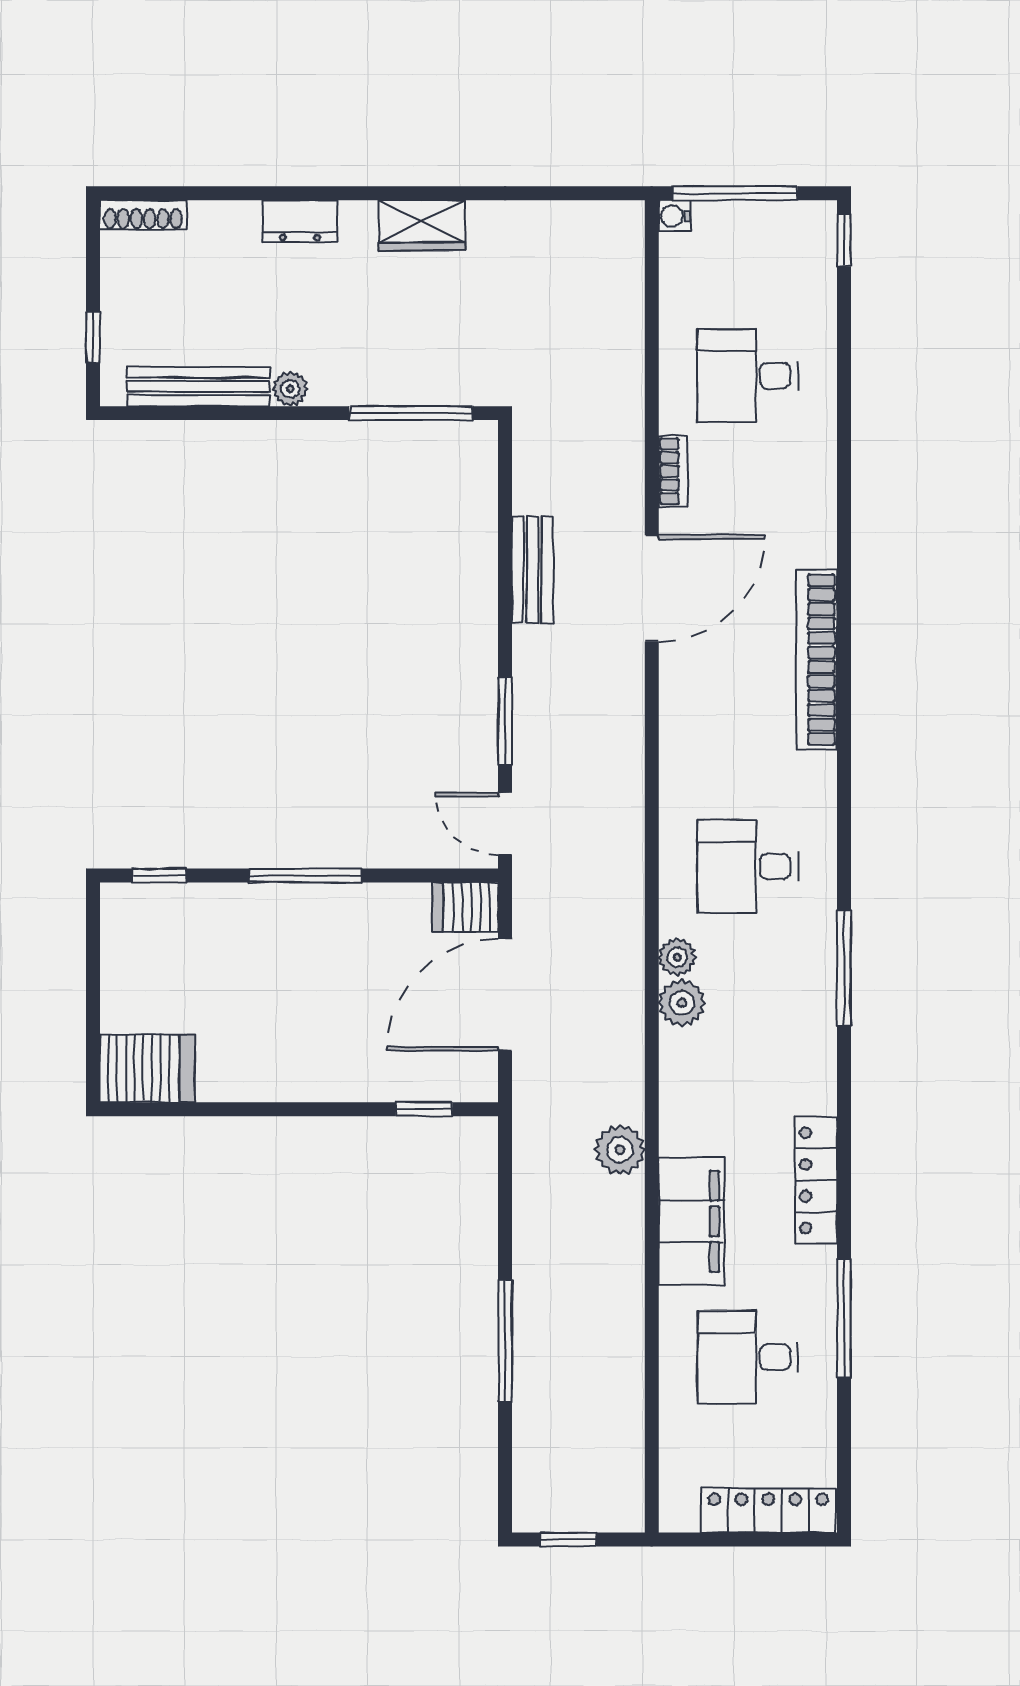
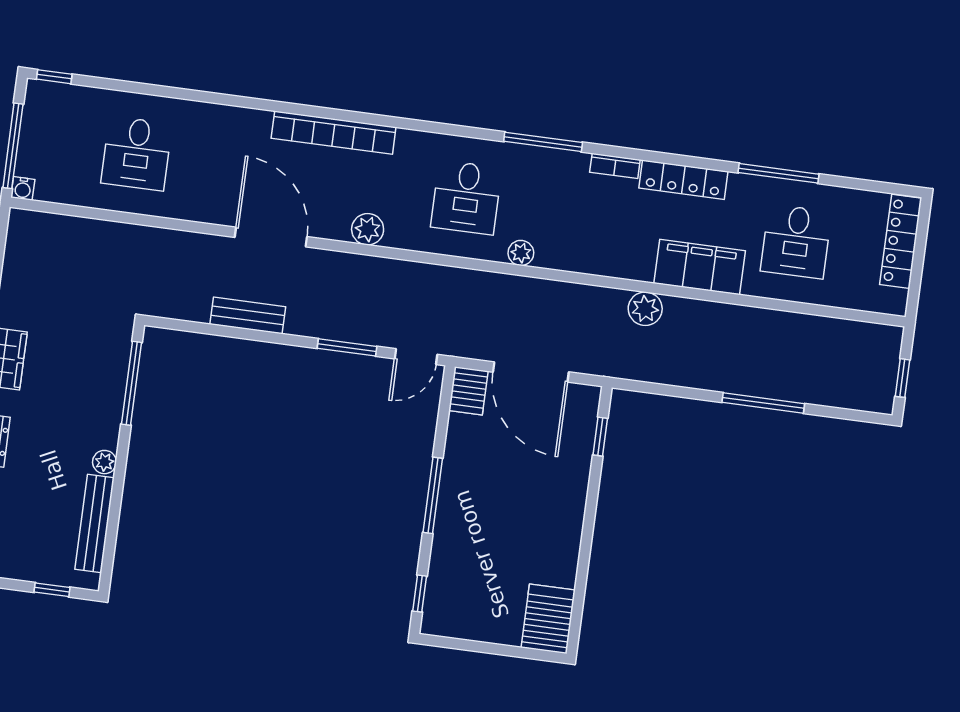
bookcase: (673, 471) -> (615, 166), moved, turned 180
plant: (682, 1003) -> (368, 229), moved

